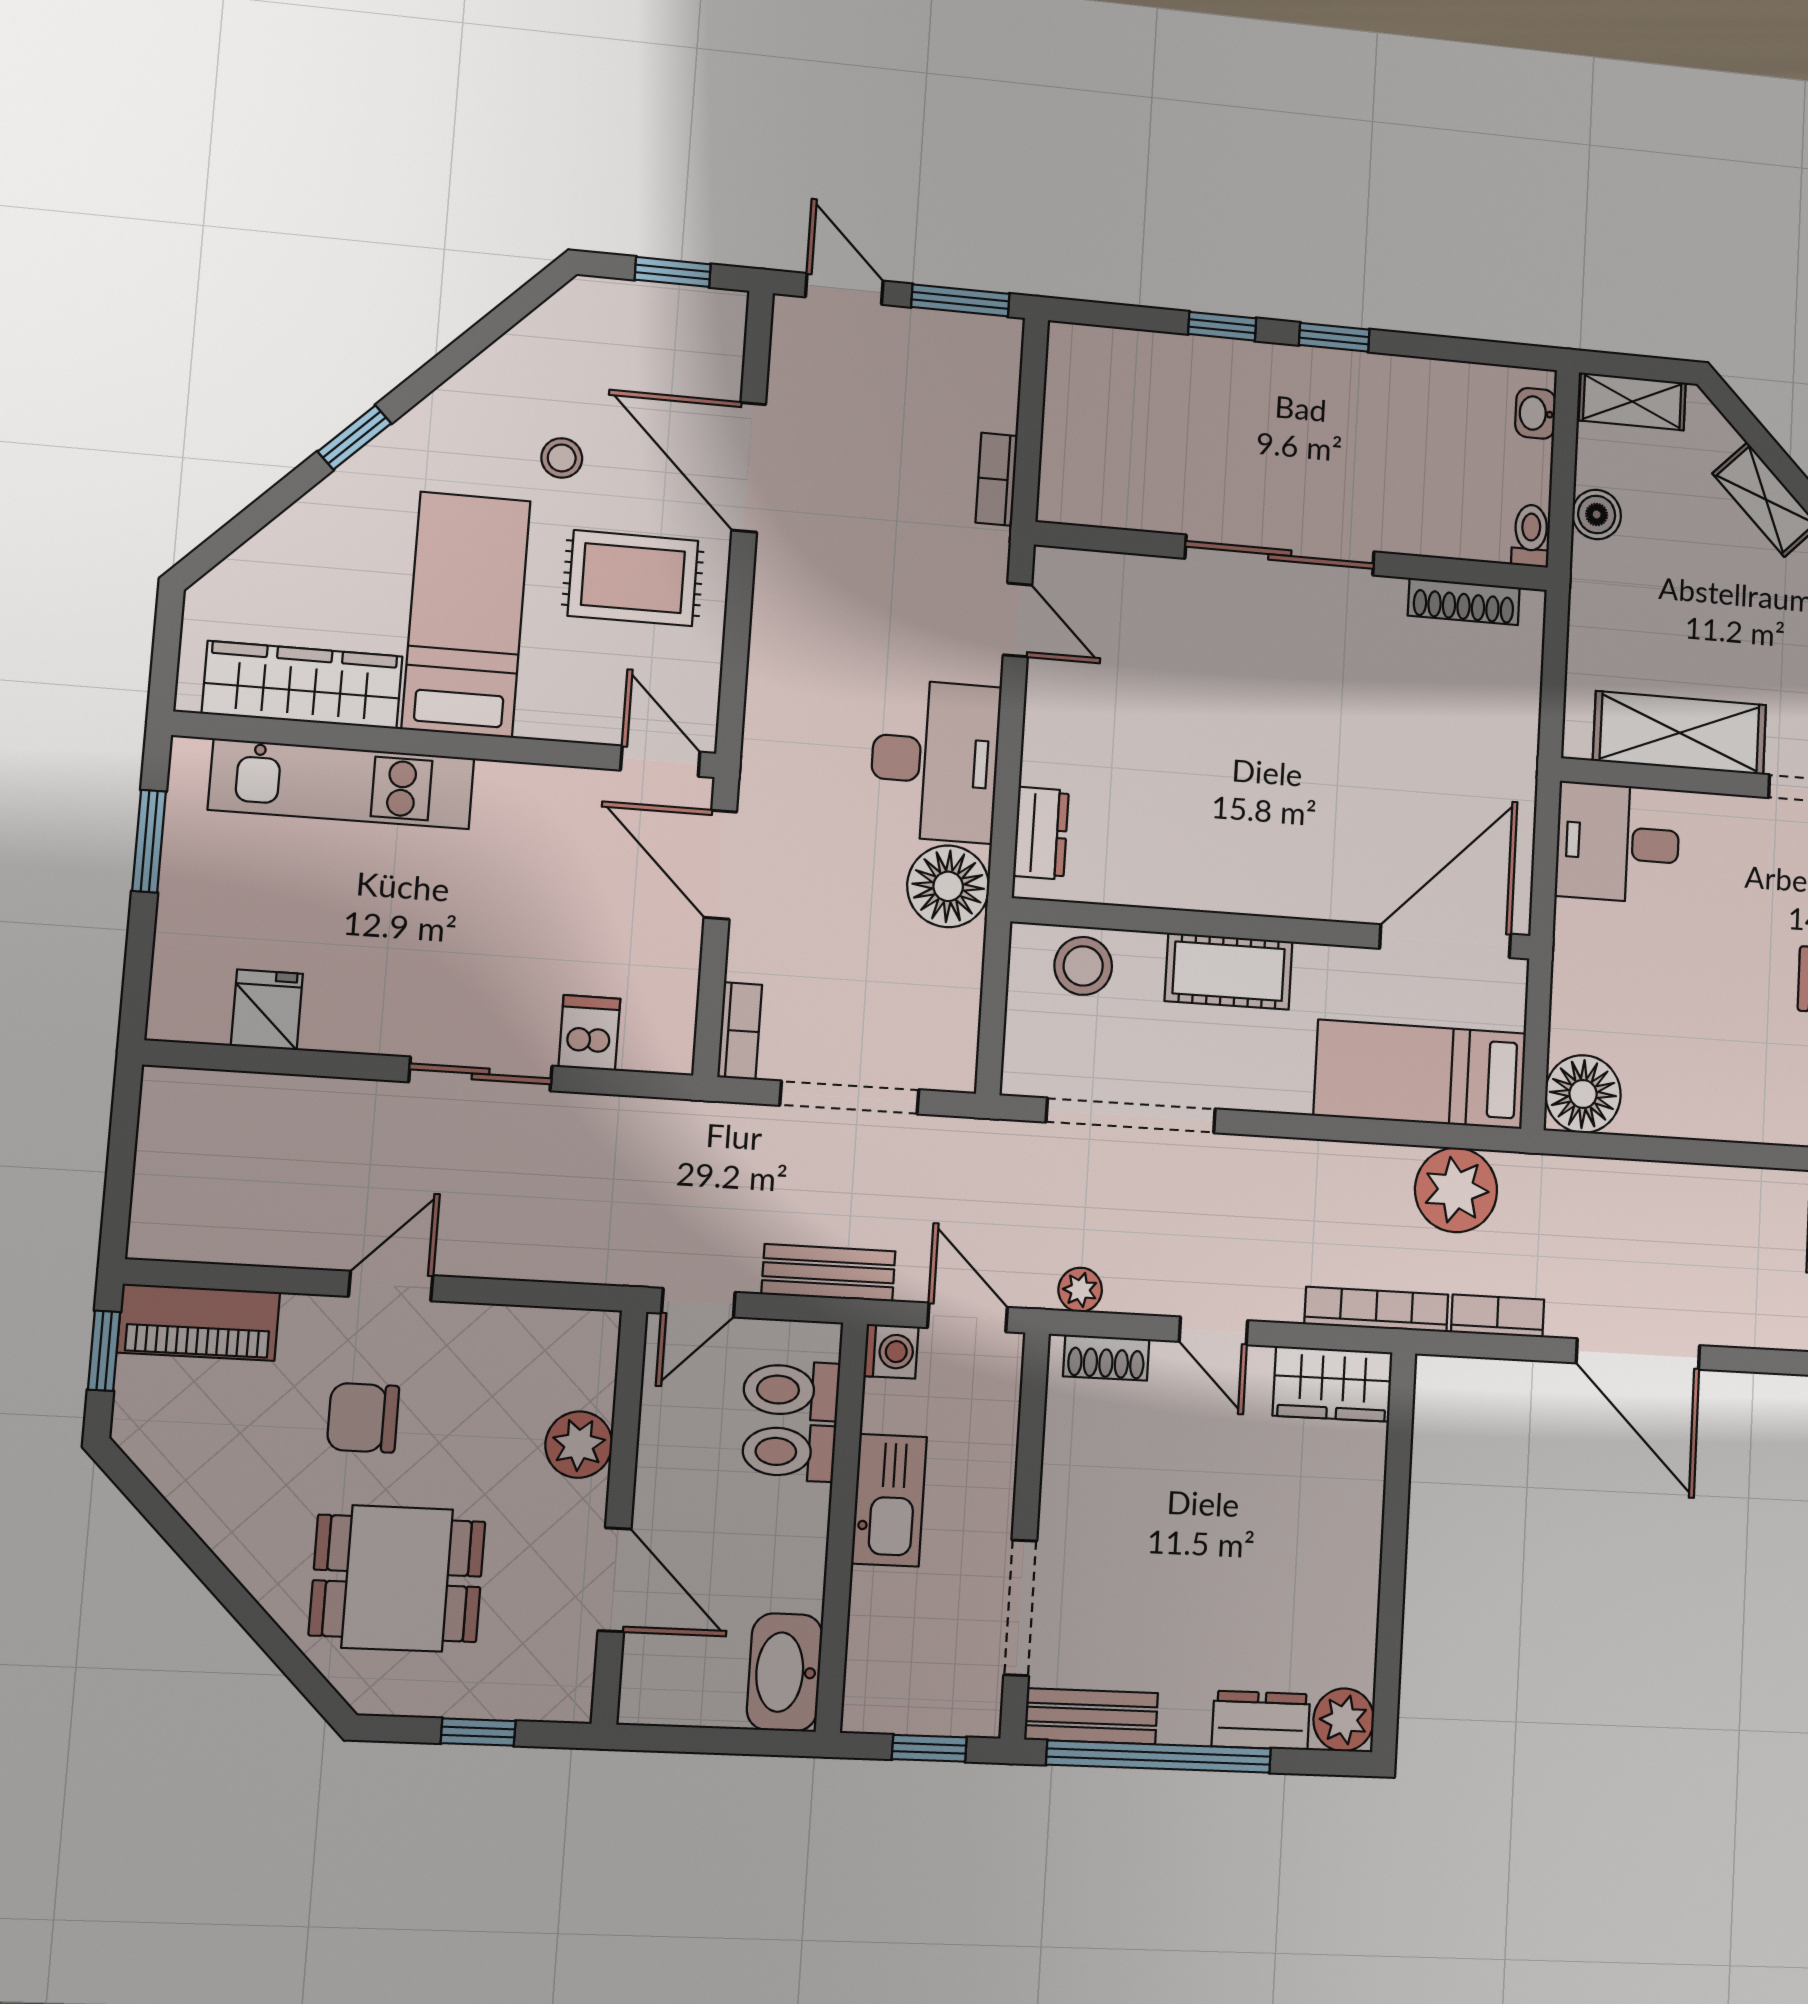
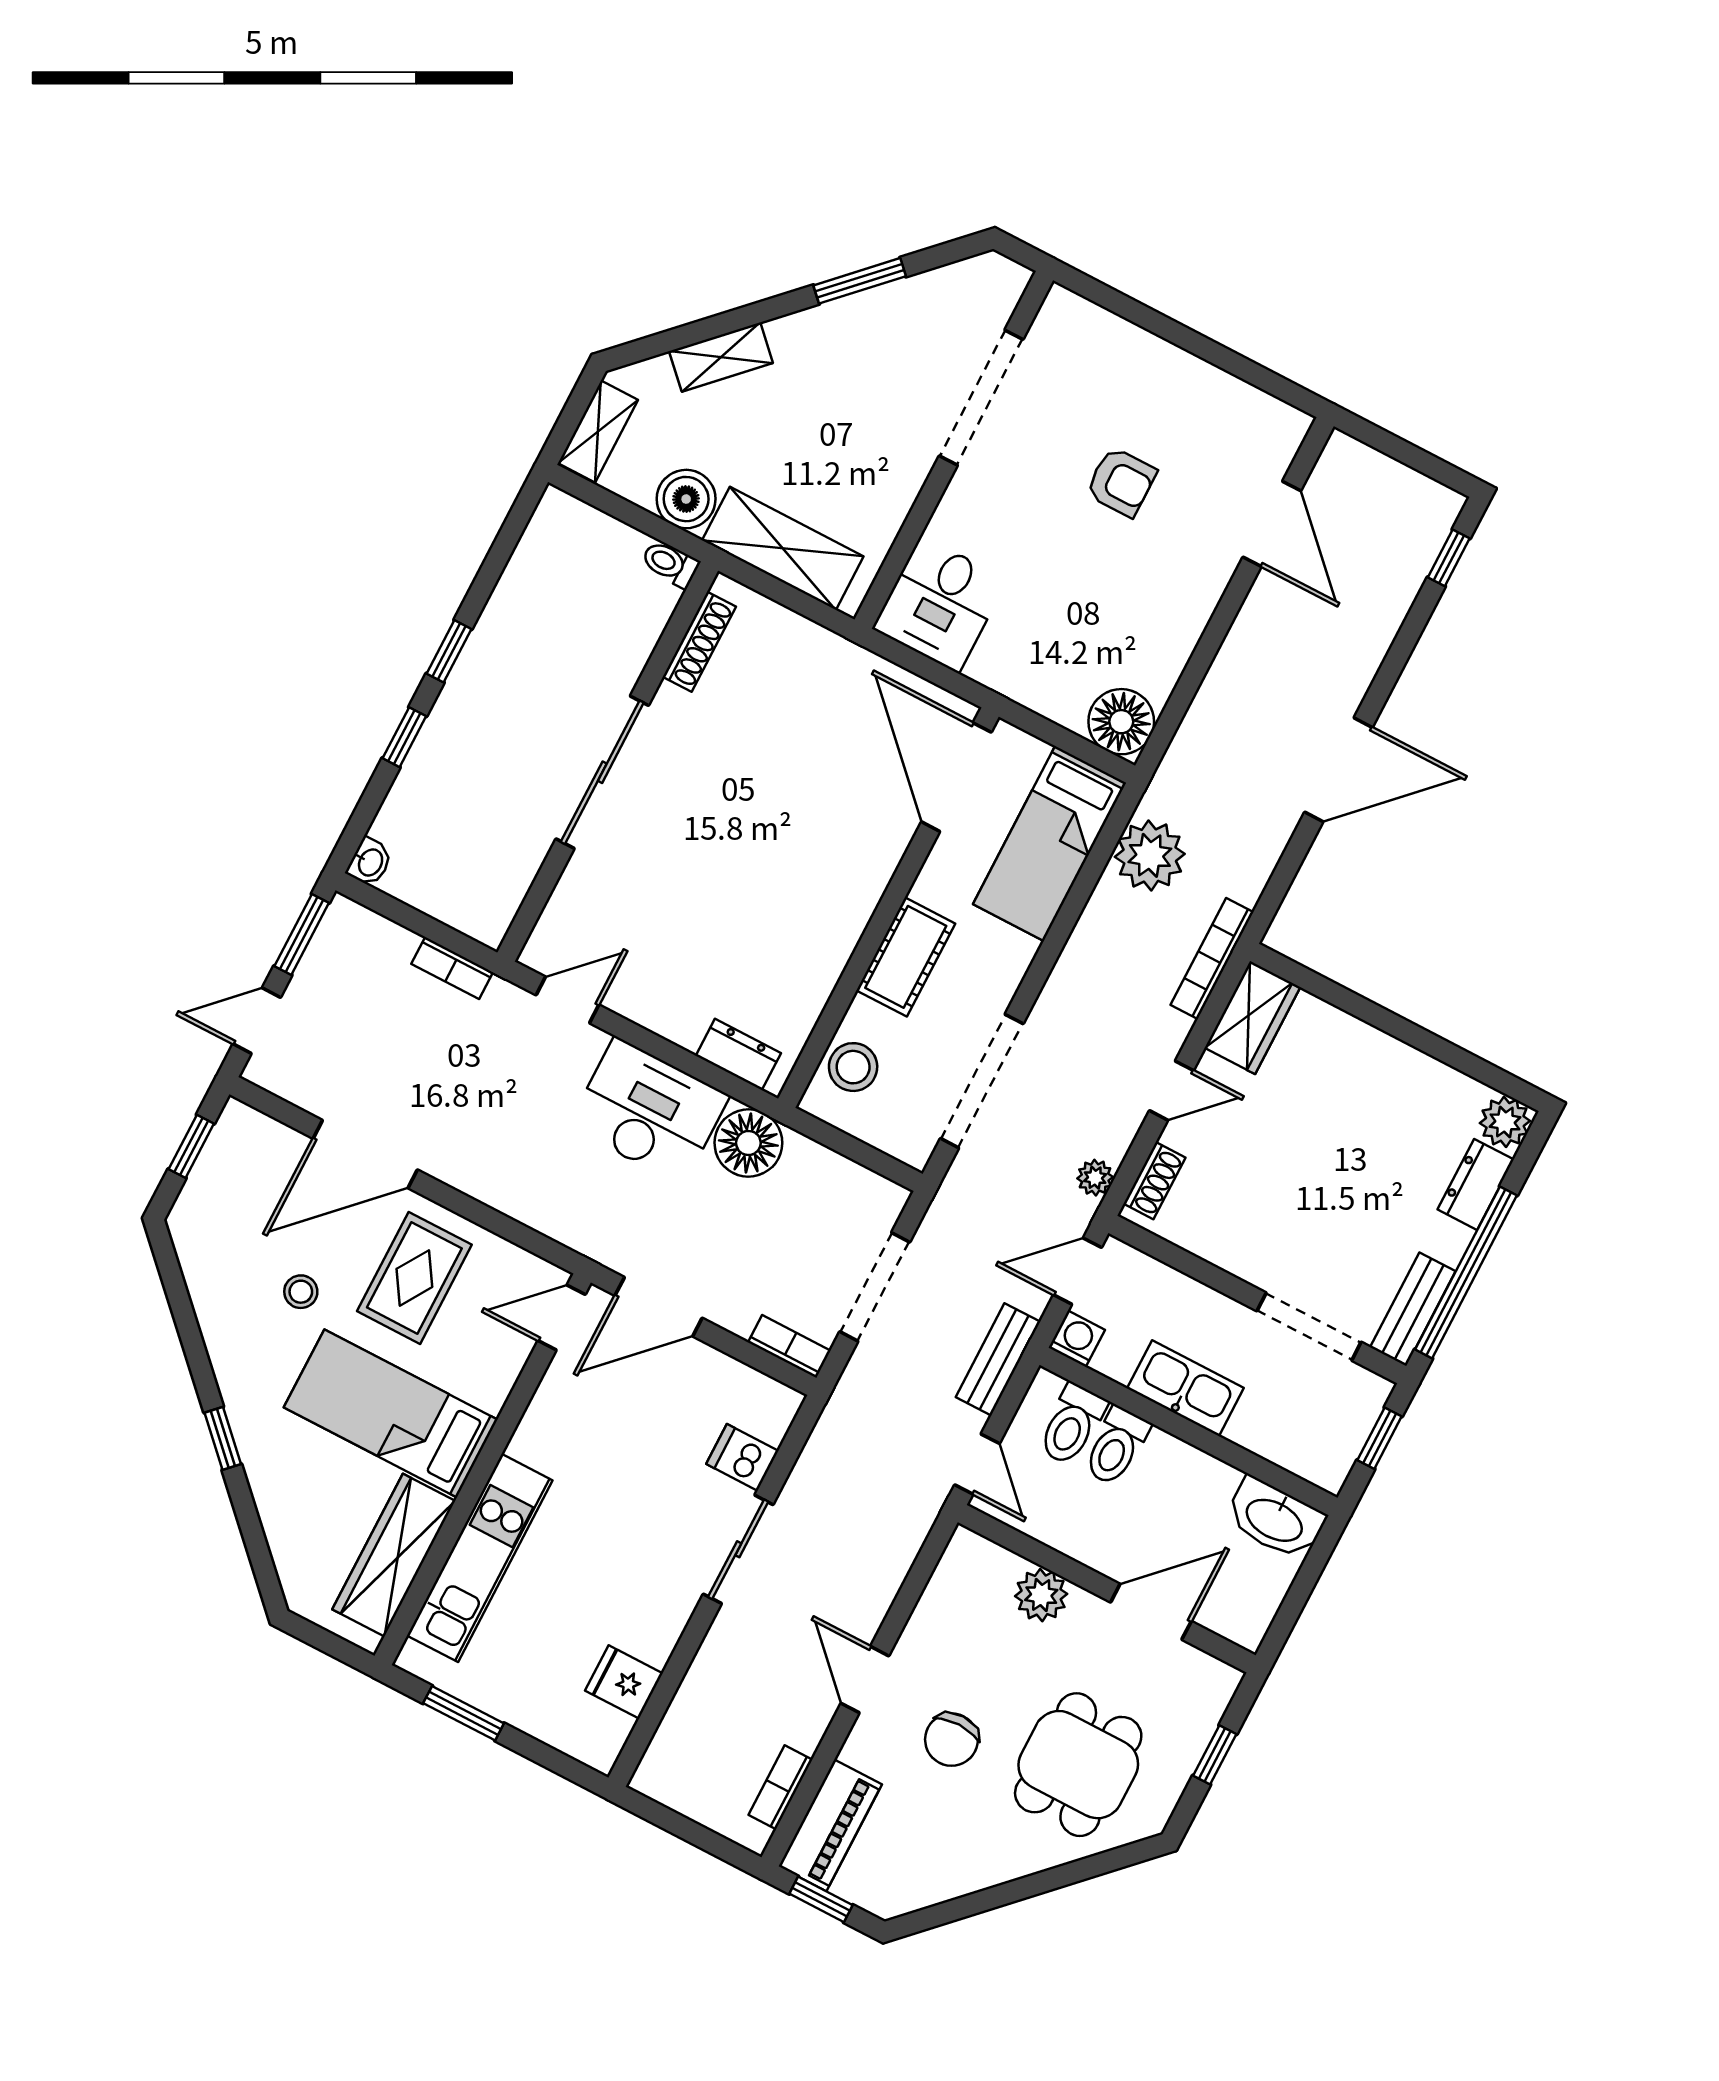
washbasin: (1535, 413) -> (370, 862), moved, turned -90
boiler: (1597, 514) -> (686, 499), width x1.36, depth x1.36
shelving: (1680, 733) -> (783, 548), moved, turned 90
bookcase: (1498, 1316) -> (780, 1787), moved

